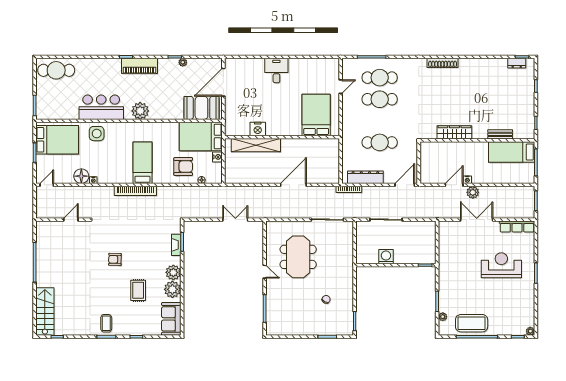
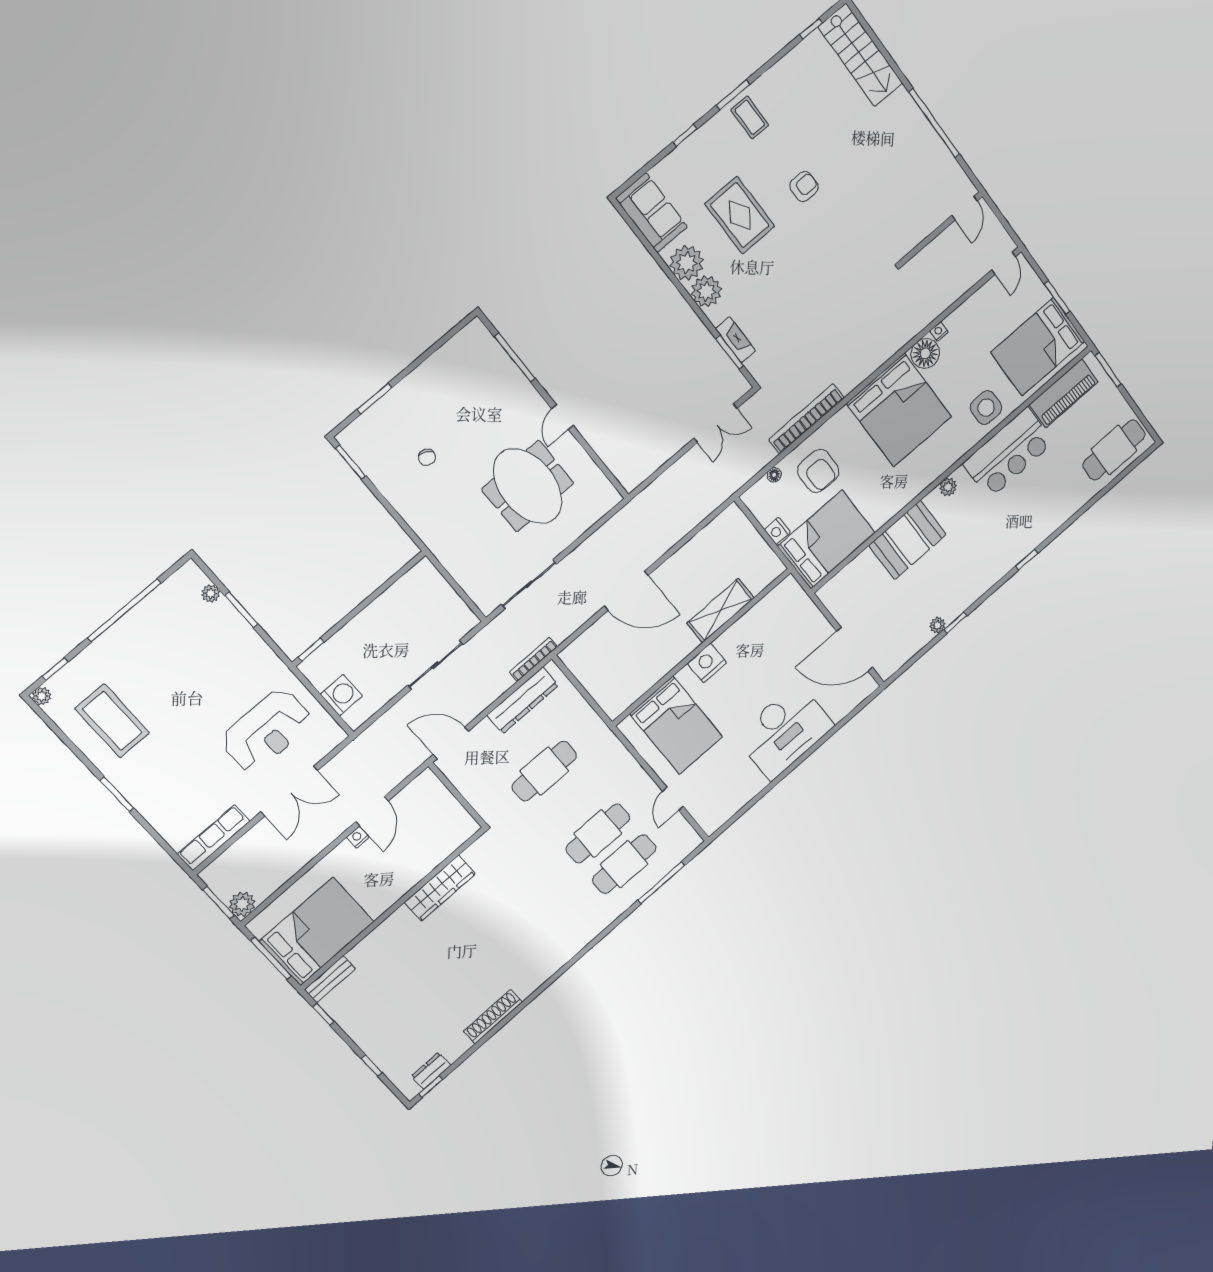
shoe rack: (443, 63) -> (493, 1017), moved
piano: (139, 66) -> (1064, 393), moved, turned 180
desk: (276, 71) -> (784, 731), width x1.87, depth x1.30
door: (223, 82) -> (855, 649), swing flipped
booth: (201, 108) -> (907, 540), moved
plant: (140, 111) -> (948, 487), width x0.53, depth x0.53
nightstand: (258, 129) -> (707, 663), moved
bench: (500, 134) -> (330, 979), moved
shelving: (256, 145) -> (720, 611), width x0.68
bed: (512, 152) -> (317, 932), width x1.50
bed: (142, 163) -> (899, 410), width x2.04
armchair: (183, 167) -> (818, 471), turned -89
floor lamp: (81, 176) -> (925, 353), moved
door: (293, 185) -> (626, 591), hinge flipped
door: (405, 185) -> (451, 743), swing flipped
bookcase: (135, 191) -> (806, 419), moved
plant: (473, 192) -> (242, 904), moved
door: (71, 220) -> (965, 208), moved
double door: (235, 220) -> (715, 423), moved
washing machine: (386, 257) -> (341, 695), moved, turned -90
armchair: (115, 259) -> (804, 186), moved
reception desk: (501, 265) -> (267, 731), moved
door: (265, 272) -> (562, 417), hinge flipped
rug: (138, 290) -> (740, 215), width x1.36, depth x1.43
coffee table: (472, 323) -> (112, 721), moved, turned 90

